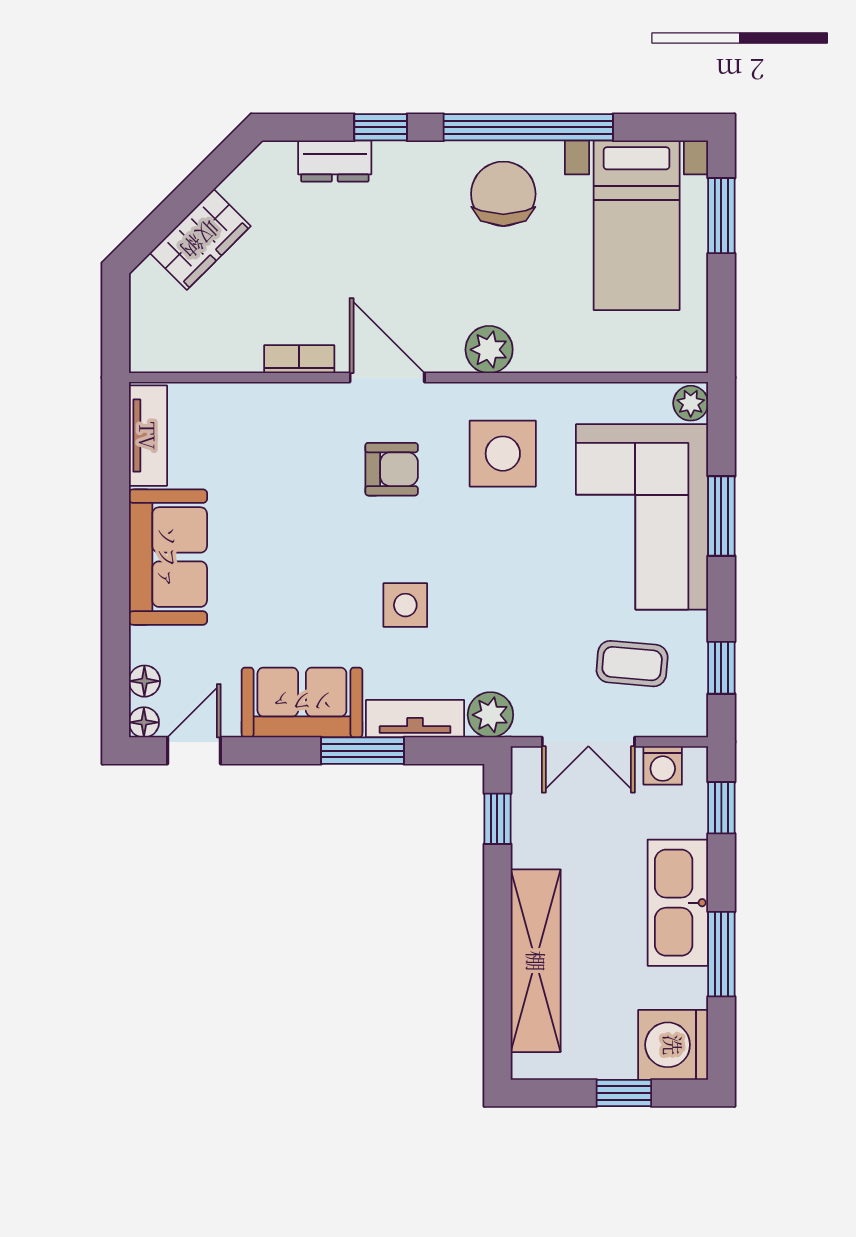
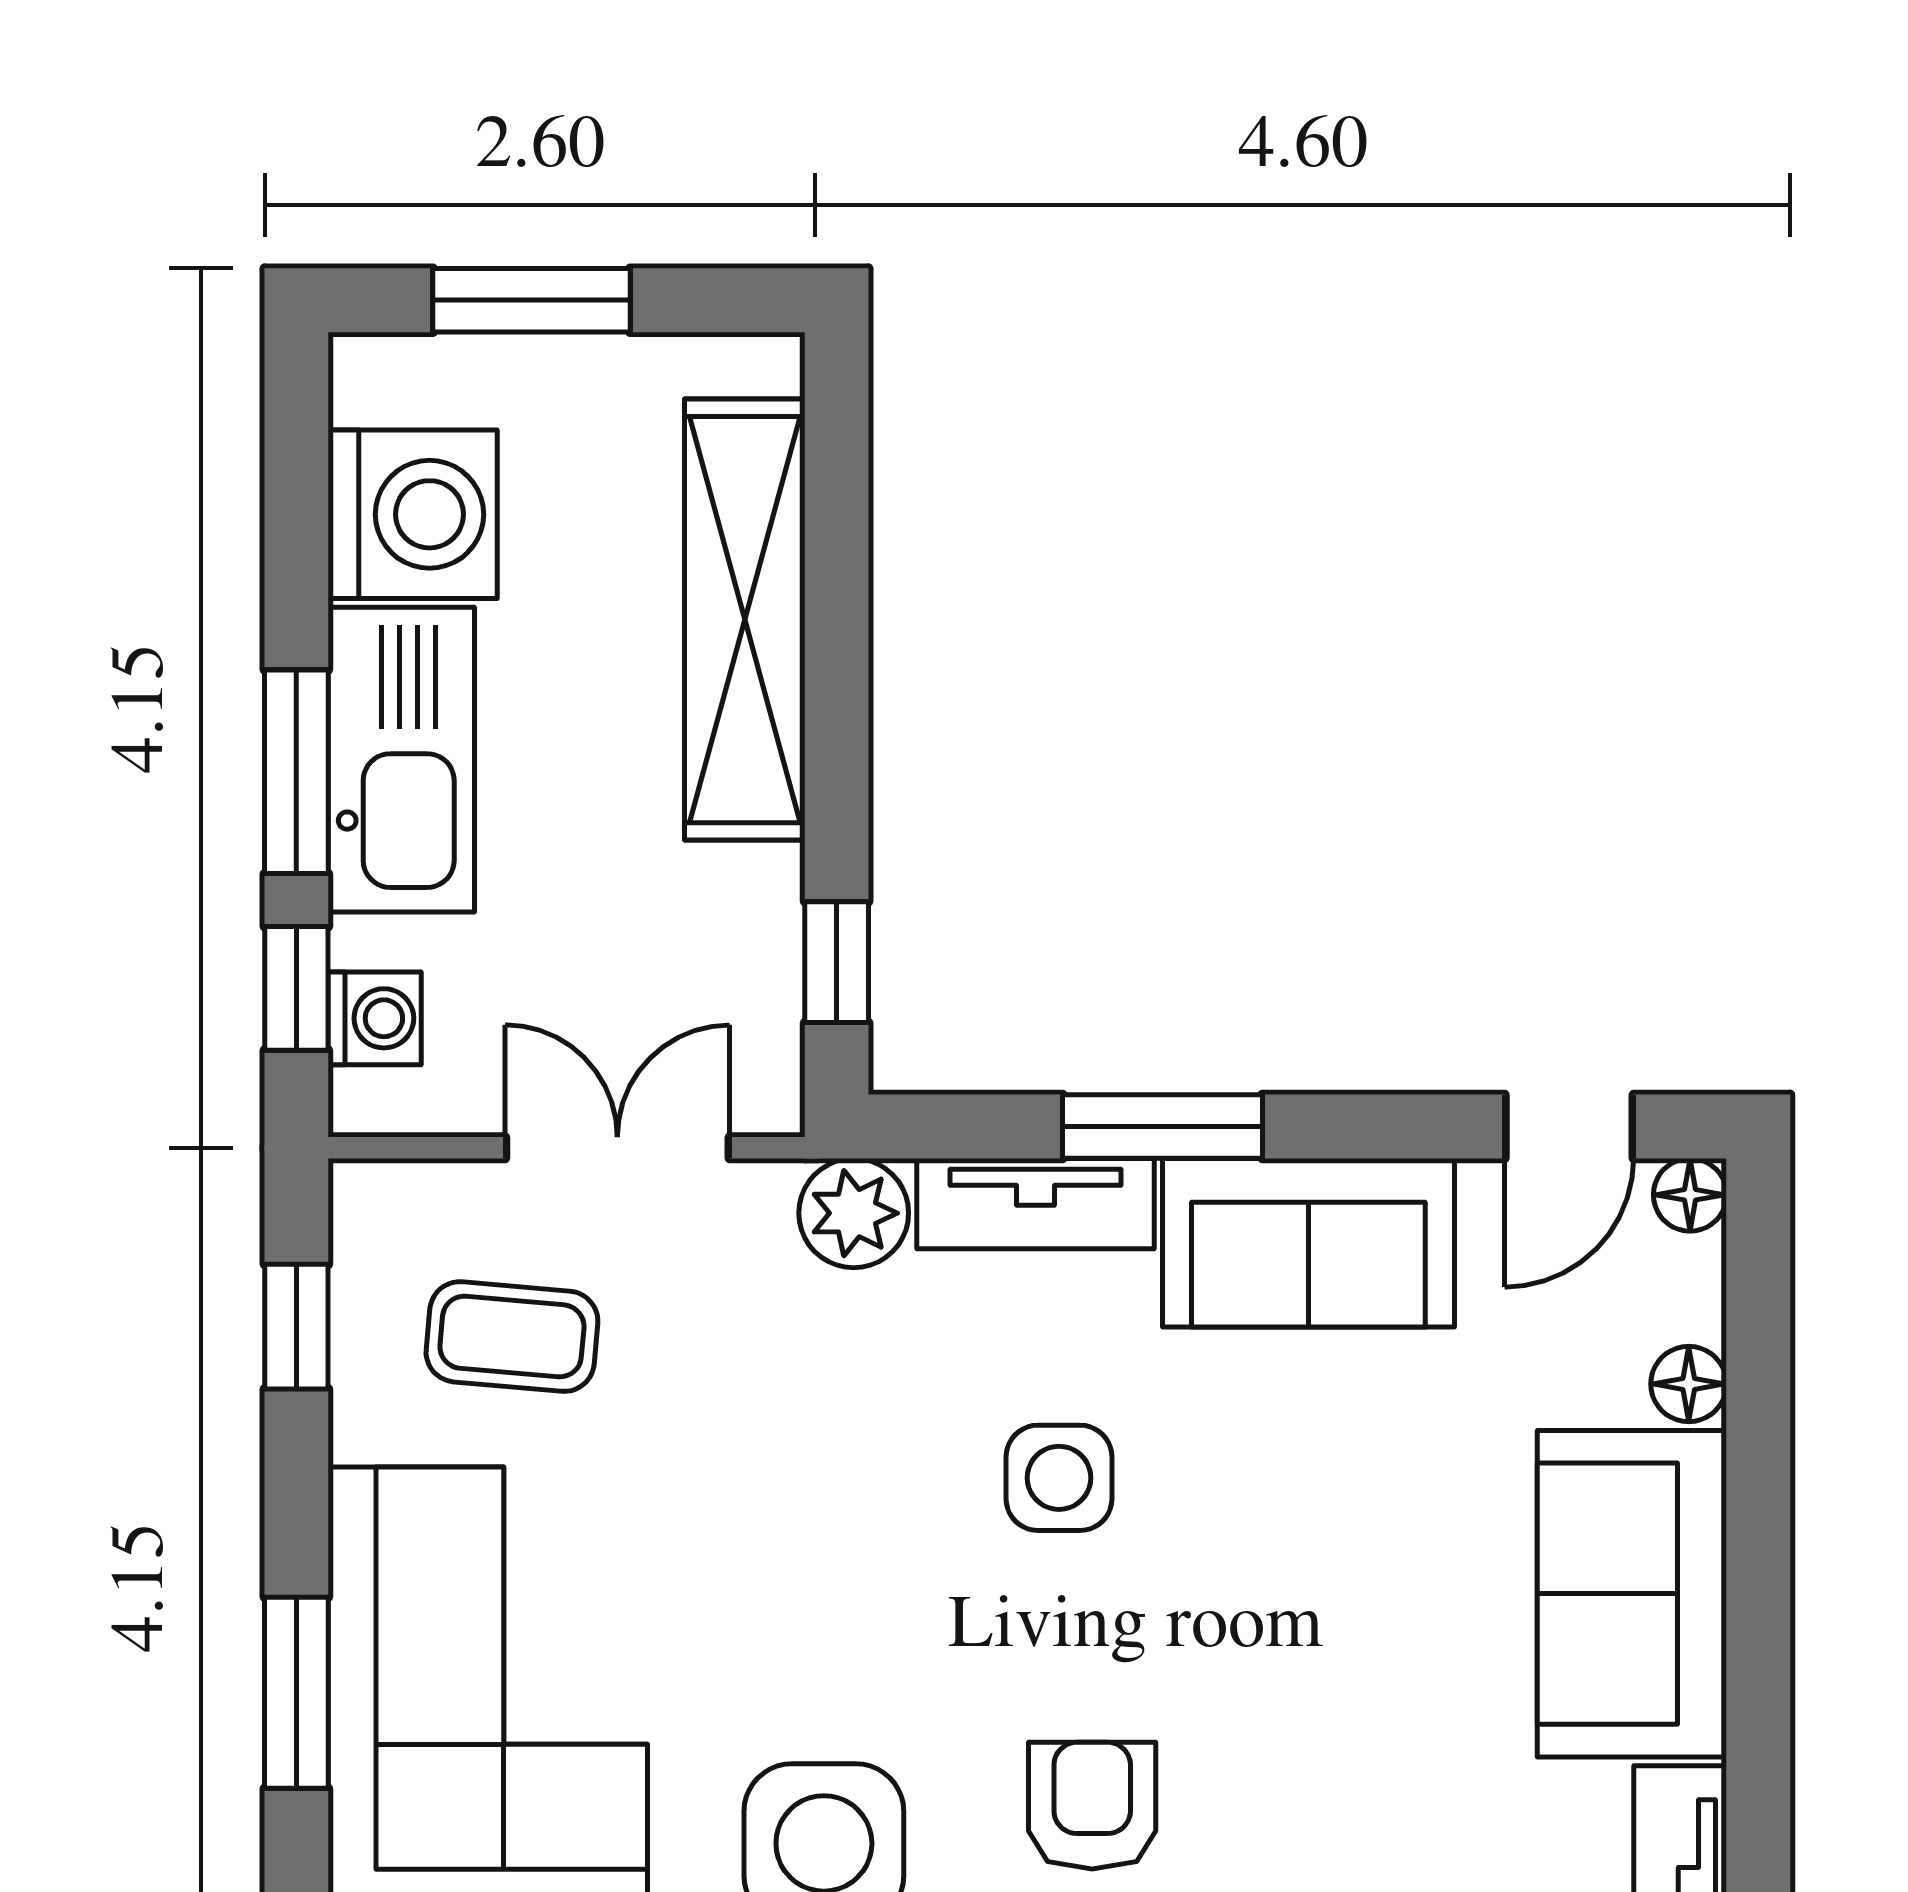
armchair: (392, 469) -> (1092, 1806), turned 90
floor lamp: (144, 681) -> (1689, 1384), moved
washing machine: (663, 765) -> (375, 1018), moved, turned 90
window: (721, 954) -> (296, 772), moved
washing machine: (673, 1045) -> (413, 514), moved
window: (624, 1093) -> (531, 300), width x1.50

